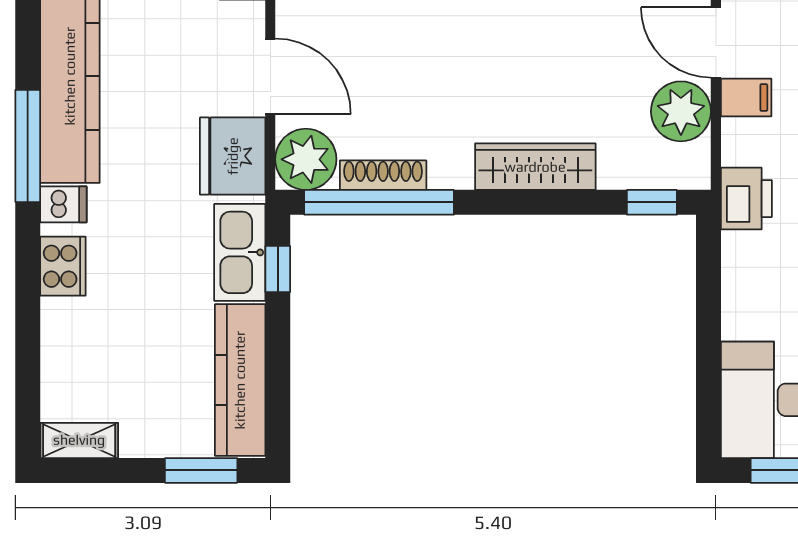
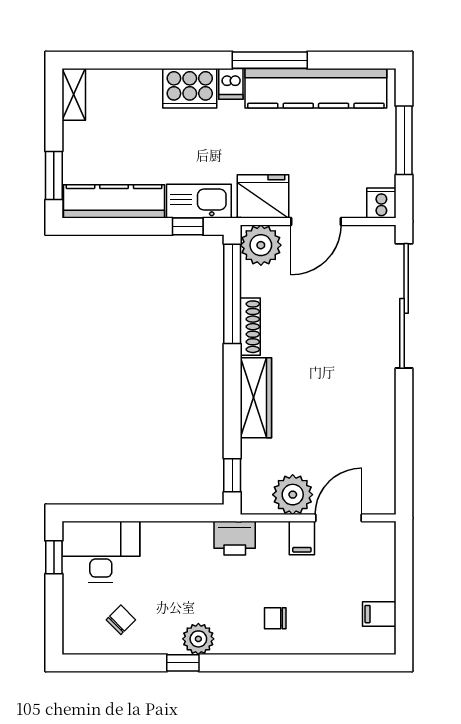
shoe rack: (383, 175) -> (250, 327), moved
cooker: (63, 266) -> (190, 88), width x1.37, depth x1.31

